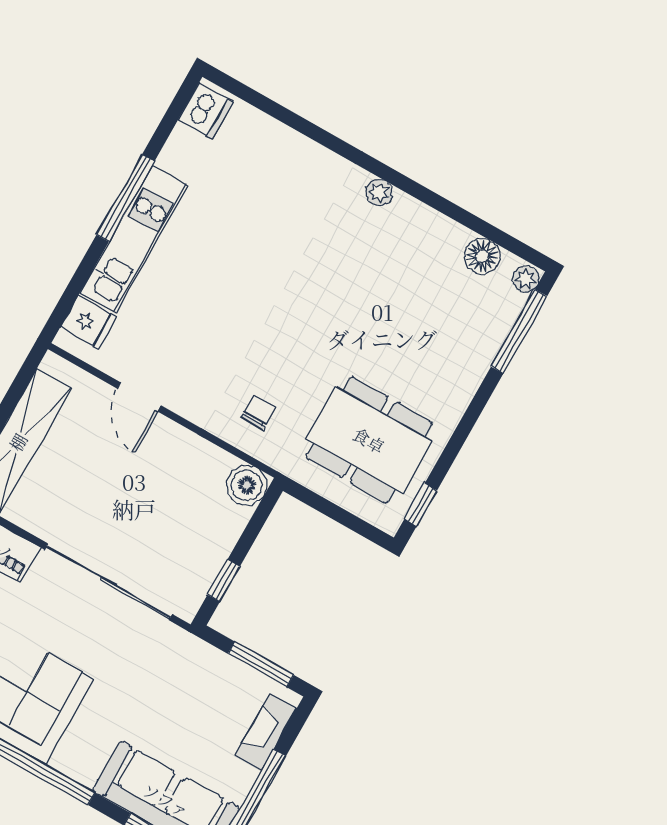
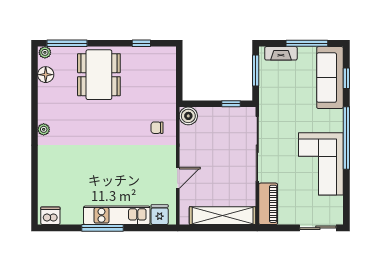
dining table: (369, 440) -> (99, 75), moved
window: (421, 505) -> (141, 43), moved

